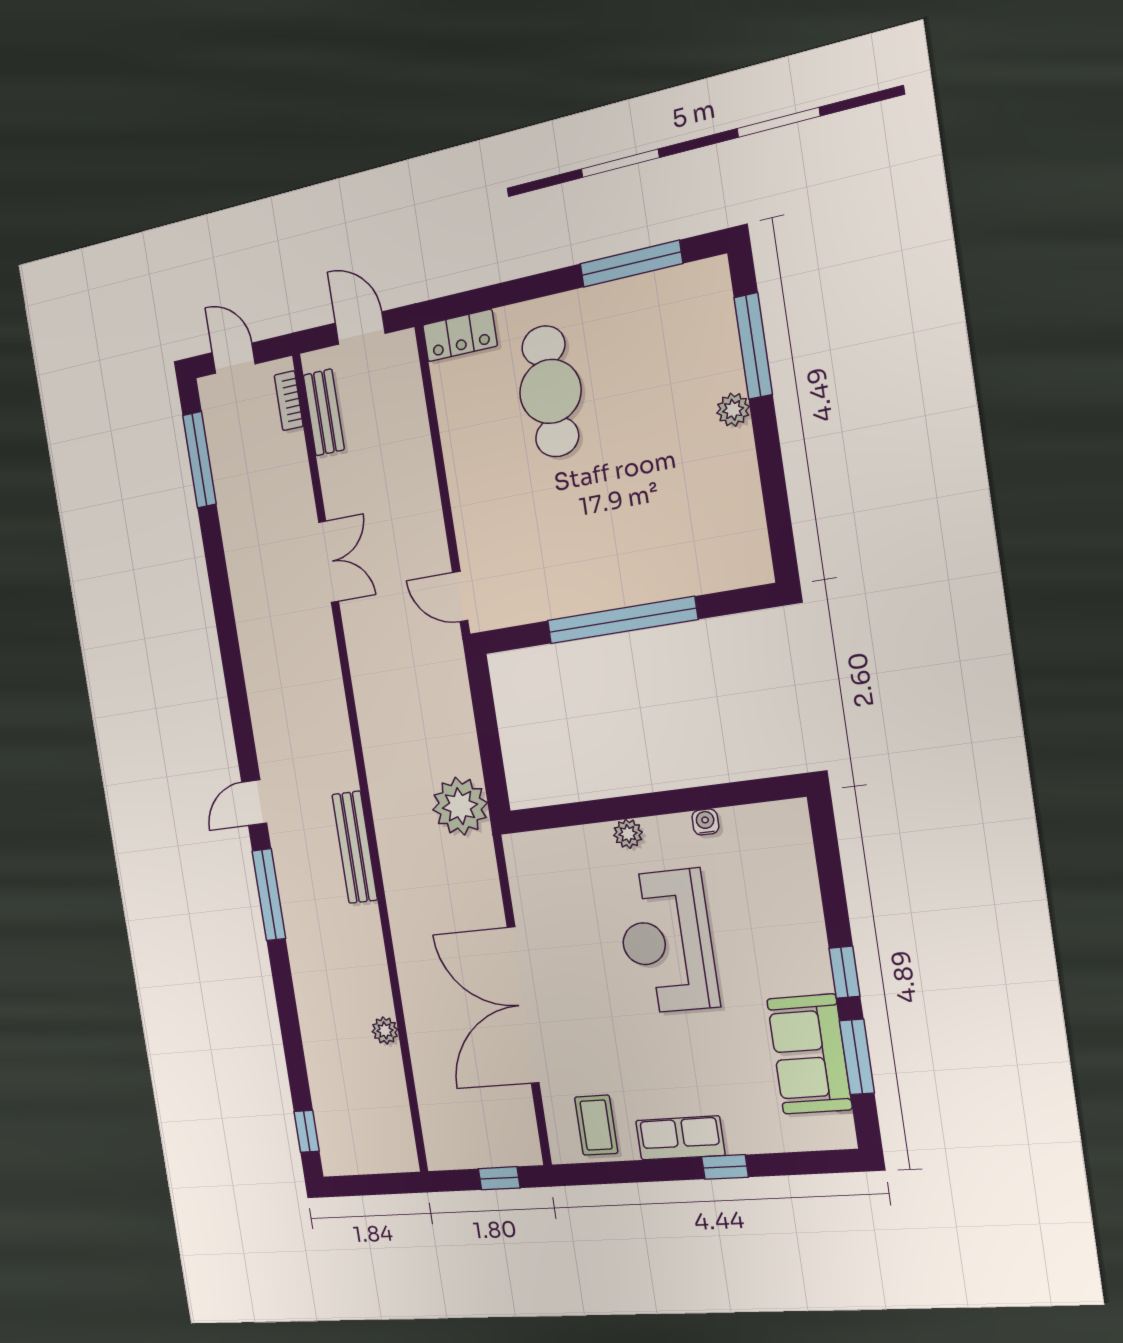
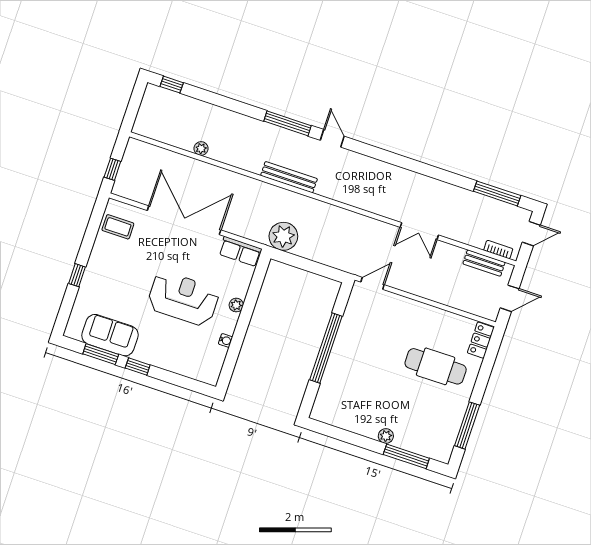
row of seats: (680, 1138) -> (240, 251), moved, turned 90

